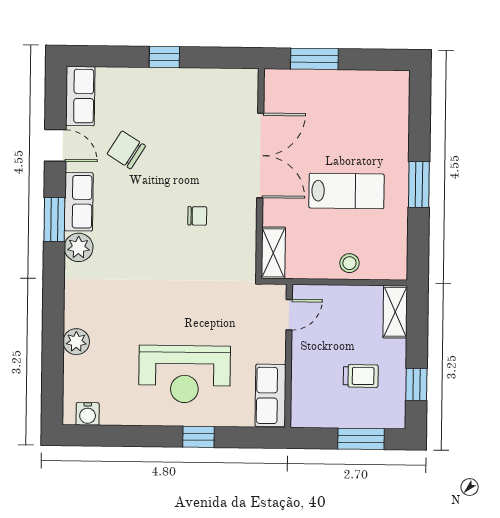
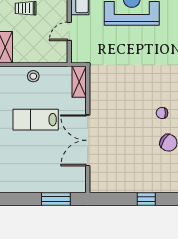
chair: (197, 216) -> (162, 113), moved
door: (289, 315) -> (69, 31), moved

